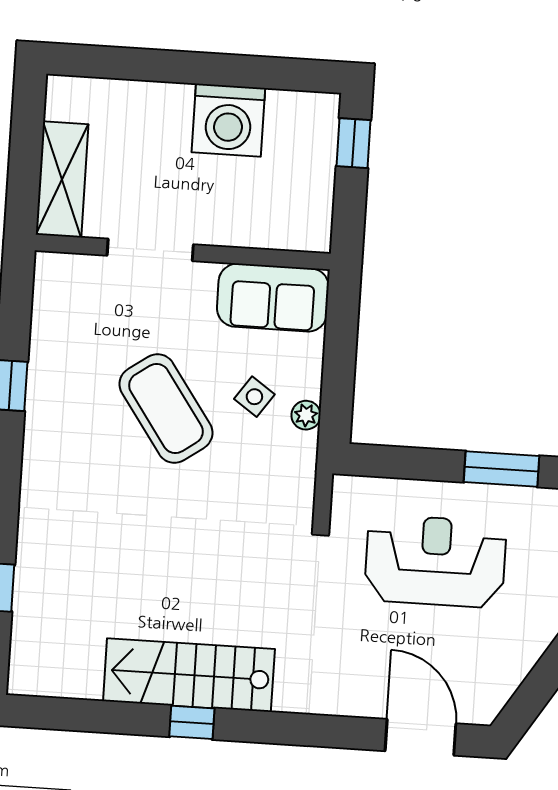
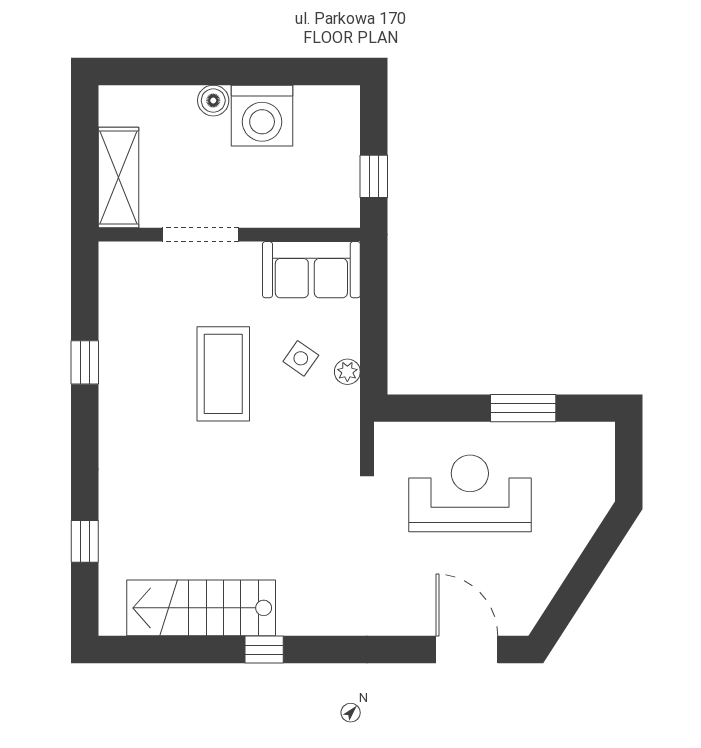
boiler: (175, 100) -> (213, 101), added
window: (353, 143) -> (374, 176), moved
coffee table: (166, 409) -> (223, 374), turned 35
stairs: (189, 675) -> (201, 608), moved

